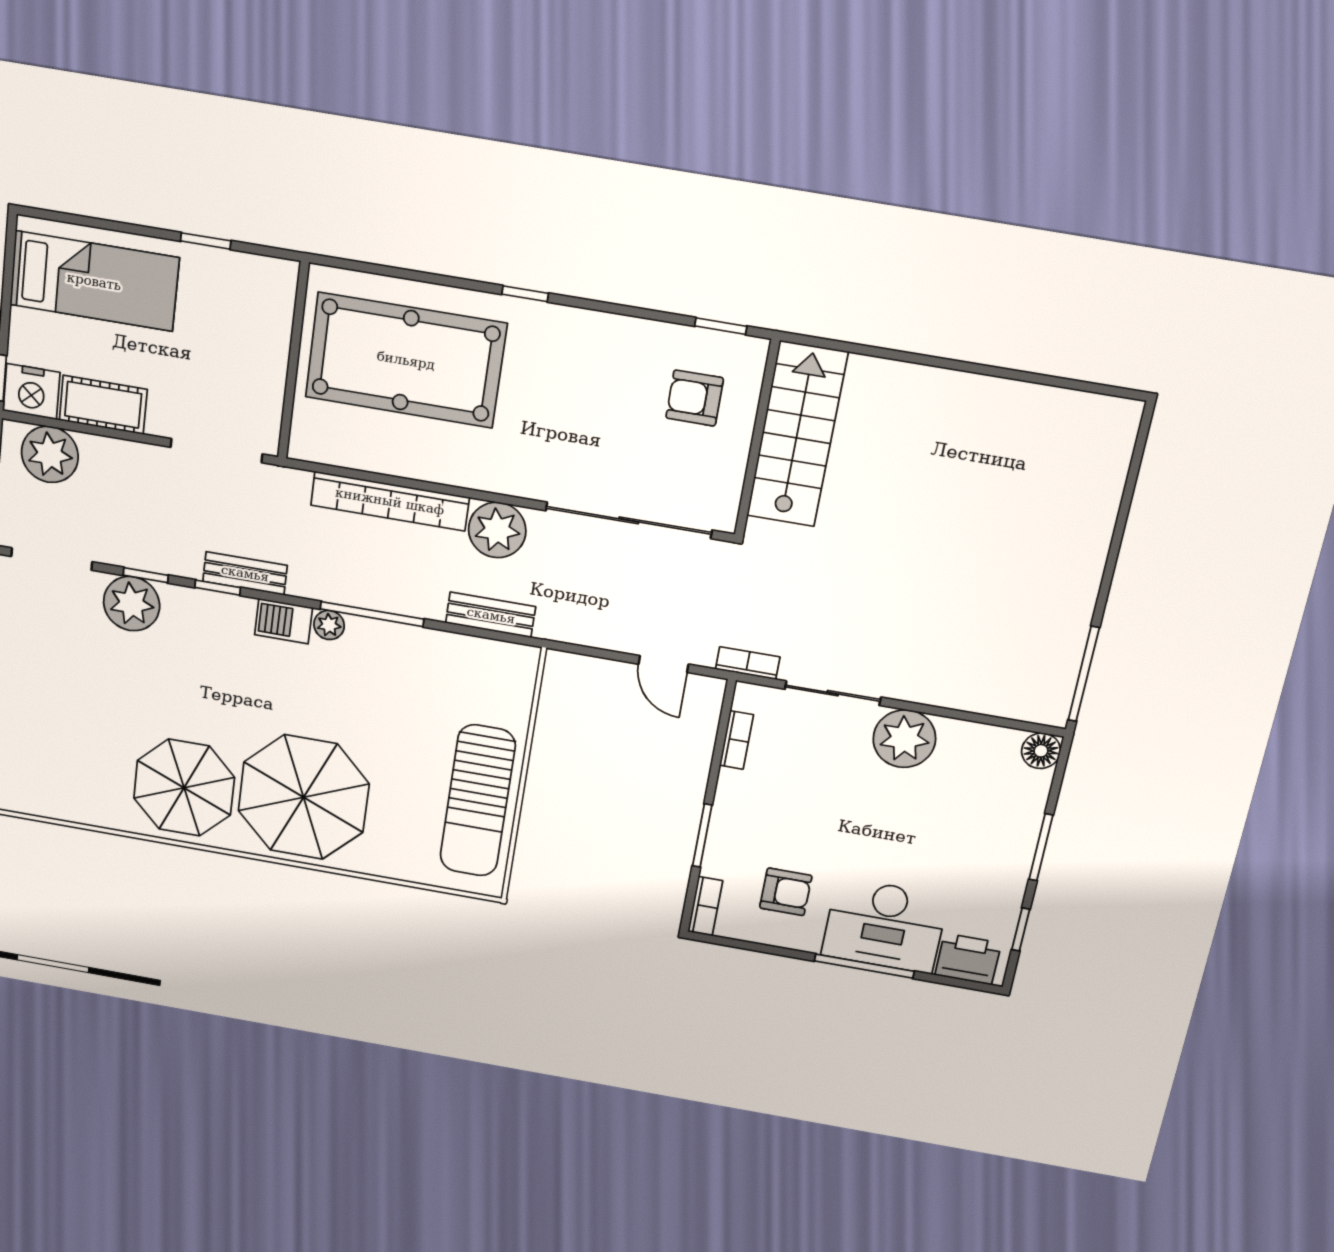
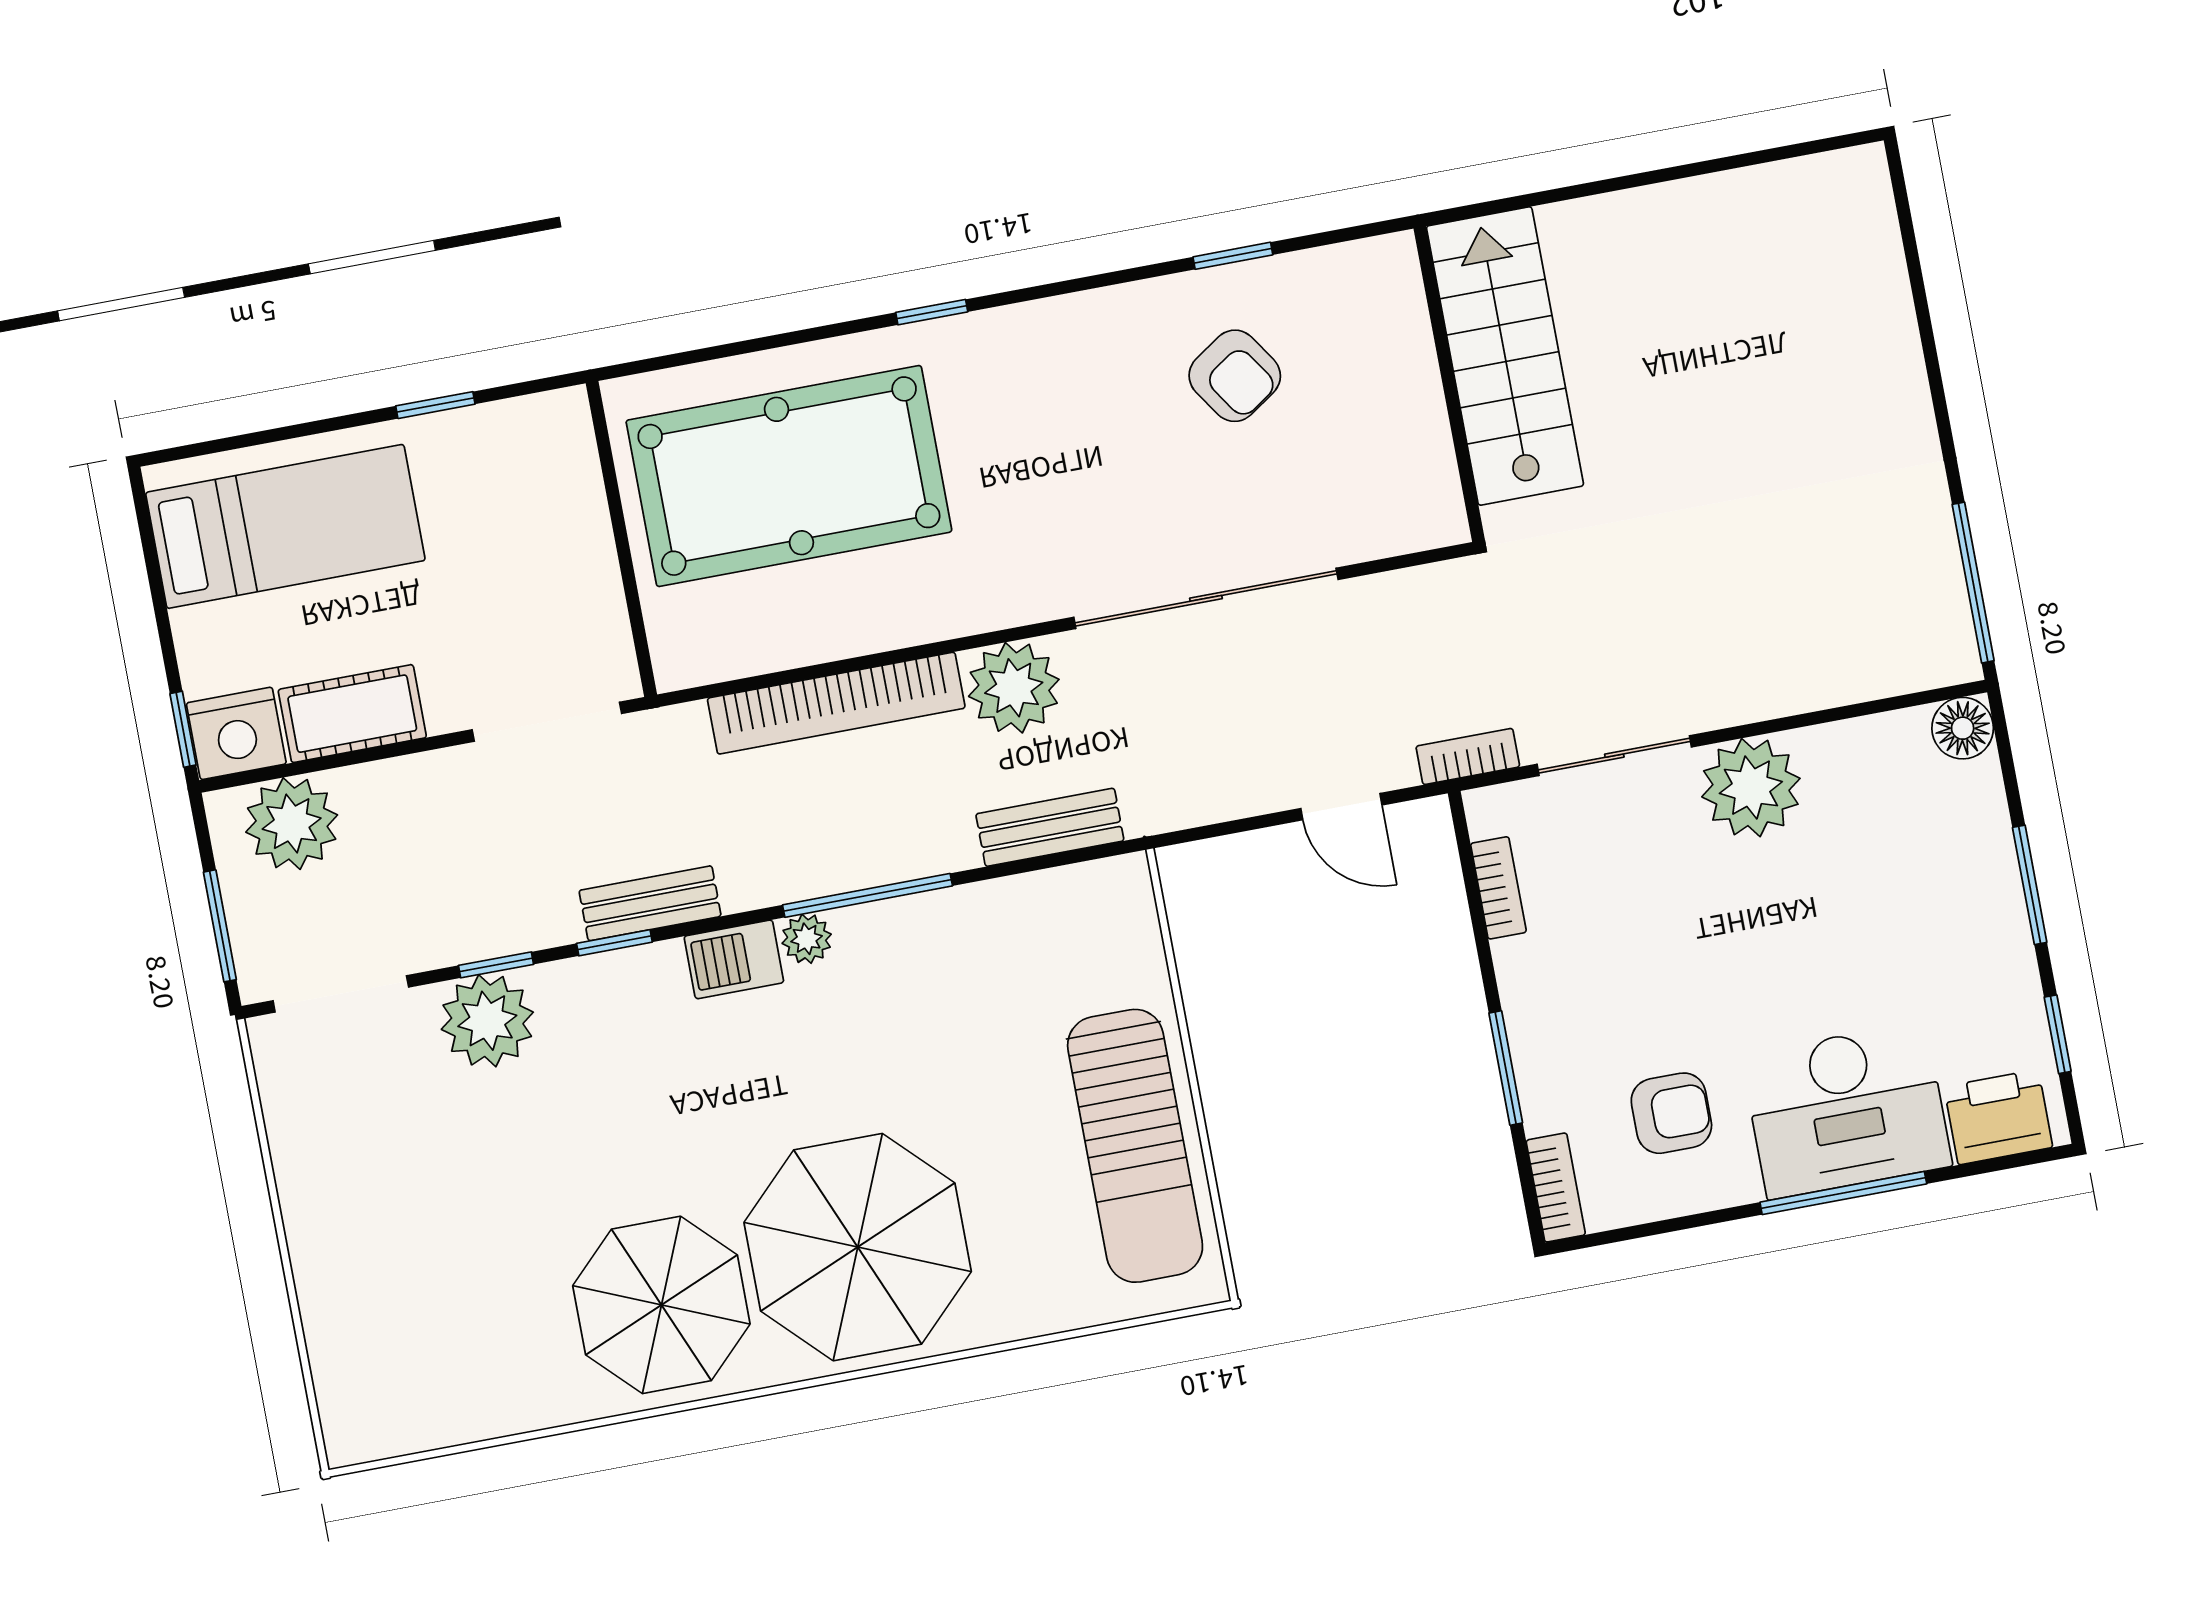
armchair: (695, 398) -> (1235, 376), turned -124
stairs: (797, 434) -> (1505, 356), moved
wall: (757, 439) -> (1449, 384), moved

